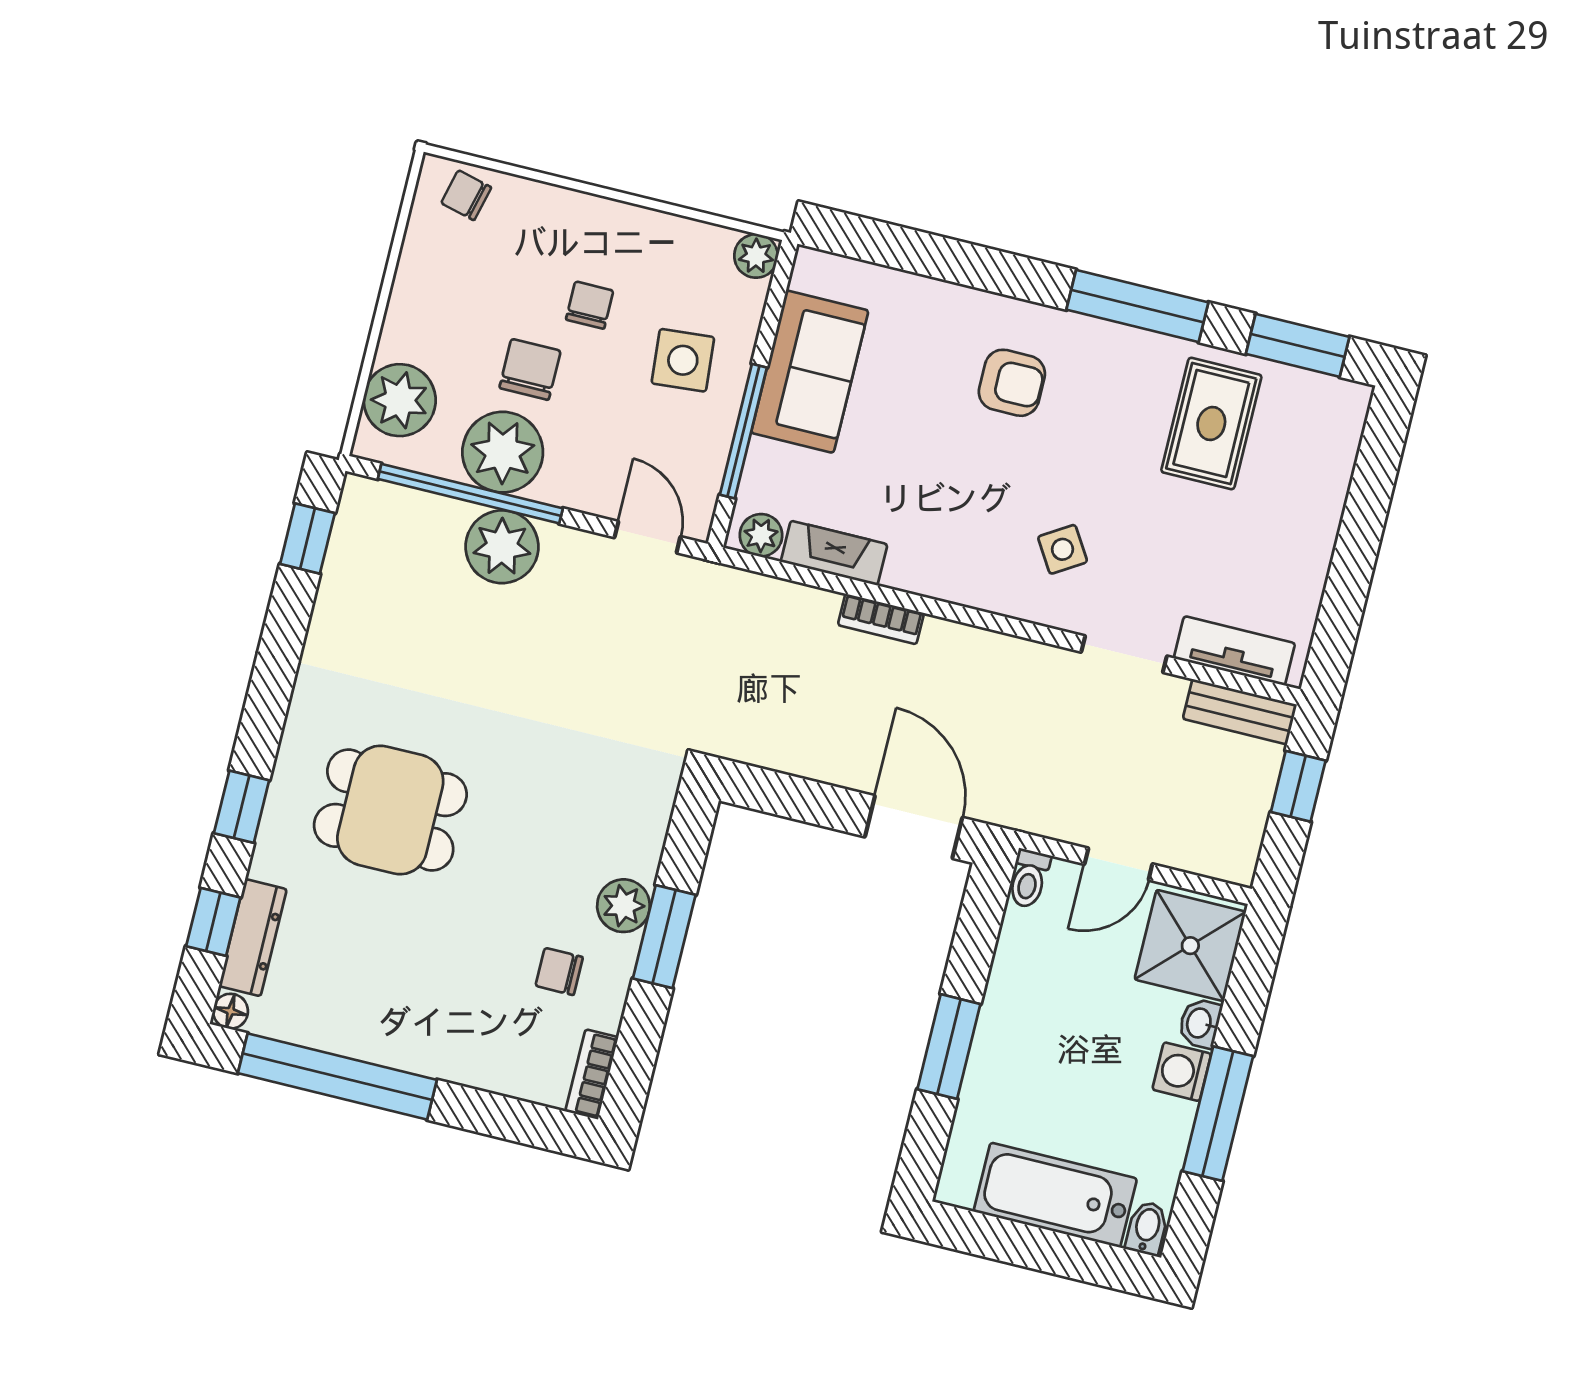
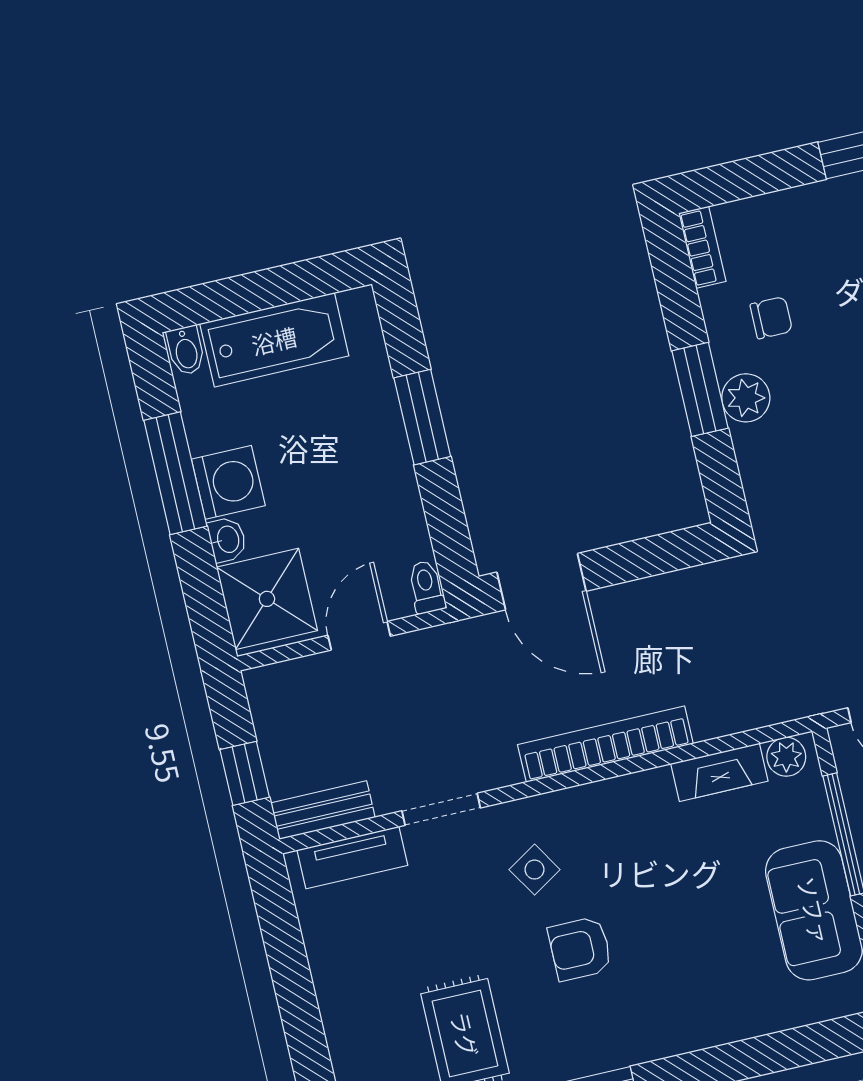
armchair: (1012, 383) -> (580, 949), moved
bookcase: (881, 619) -> (605, 744), width x2.31, depth x1.31
washing machine: (1182, 1072) -> (228, 482), width x1.38, depth x1.38

